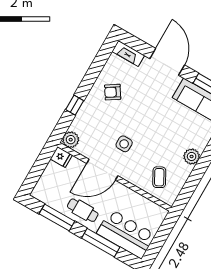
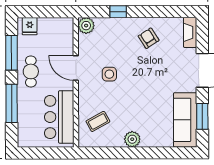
fridge: (61, 157) -> (30, 26), moved
door: (102, 170) -> (76, 68), width x0.73
bar counter: (126, 234) -> (59, 117), moved, turned 180

